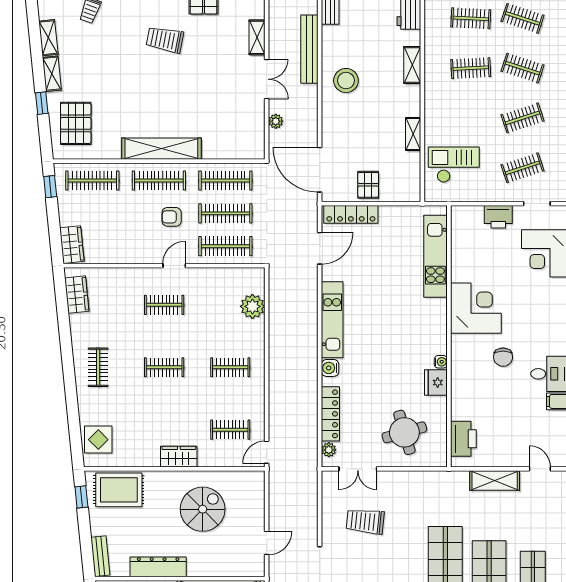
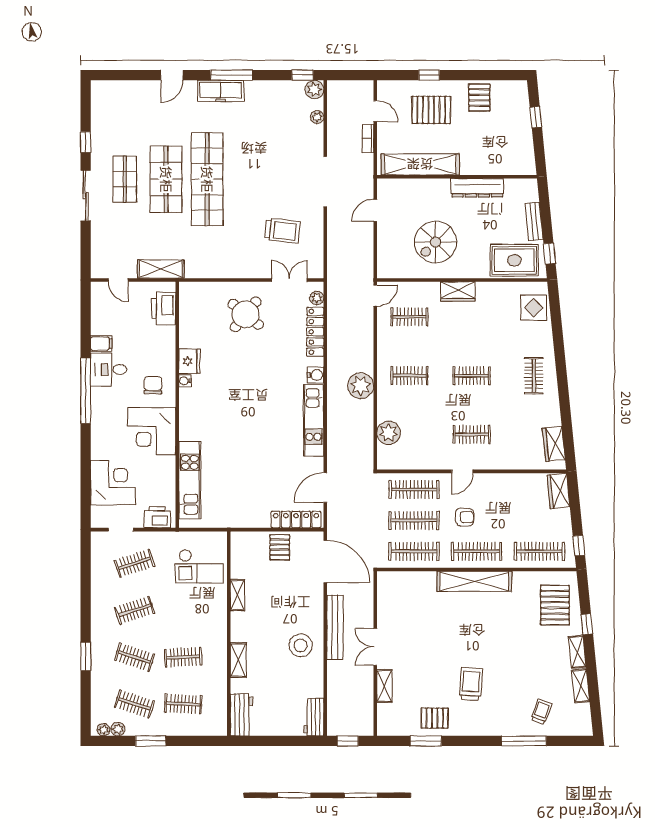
trolley: (165, 40) -> (471, 684), turned -97
bench: (309, 49) -> (335, 627), moved
plant: (276, 121) -> (361, 386), moved, width x1.88, depth x1.88
kitchen unit: (435, 256) -> (190, 480), moved
corner desk: (476, 308) -> (152, 431), moved
wall: (449, 336) -> (177, 405), moved
water cooler: (441, 362) -> (185, 381), moved
fridge: (436, 383) -> (189, 361), moved
round table: (404, 432) -> (246, 314), turned -35
printer: (463, 439) -> (164, 308), moved
bench: (100, 556) -> (534, 221), moved

